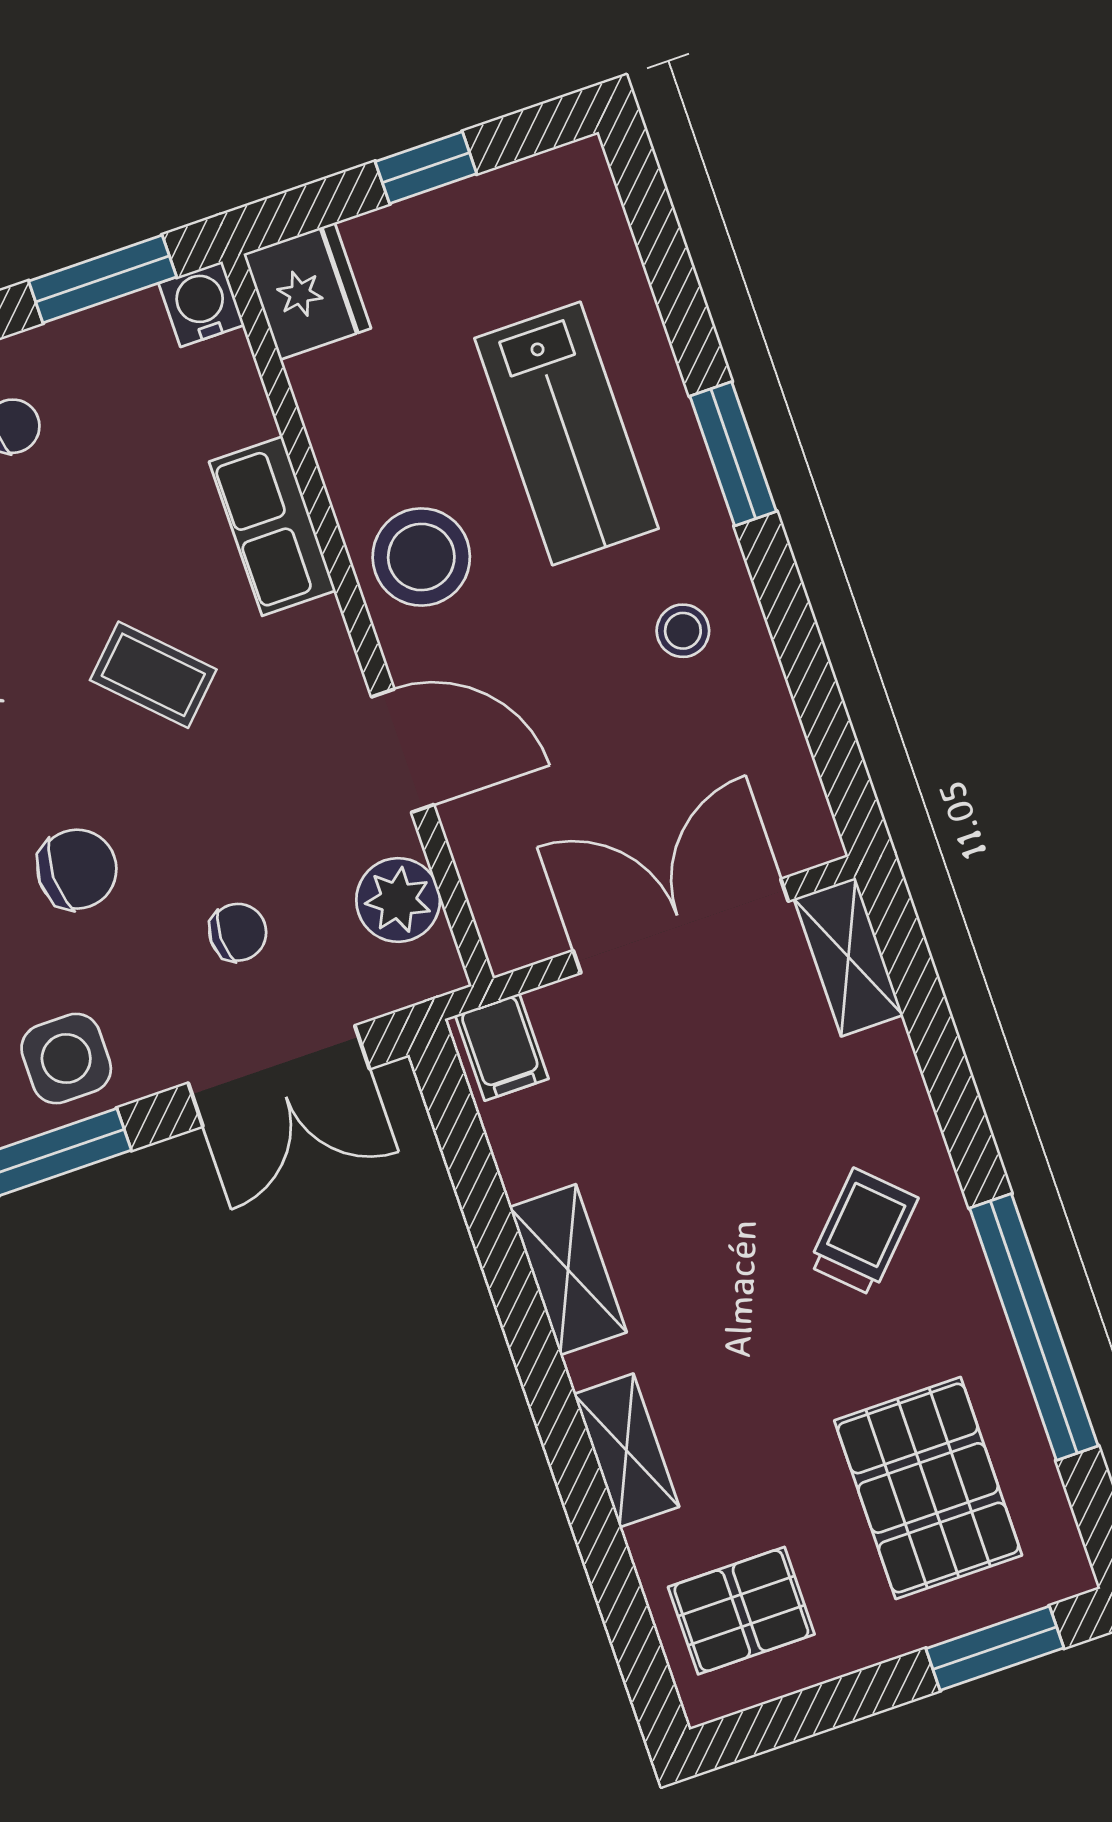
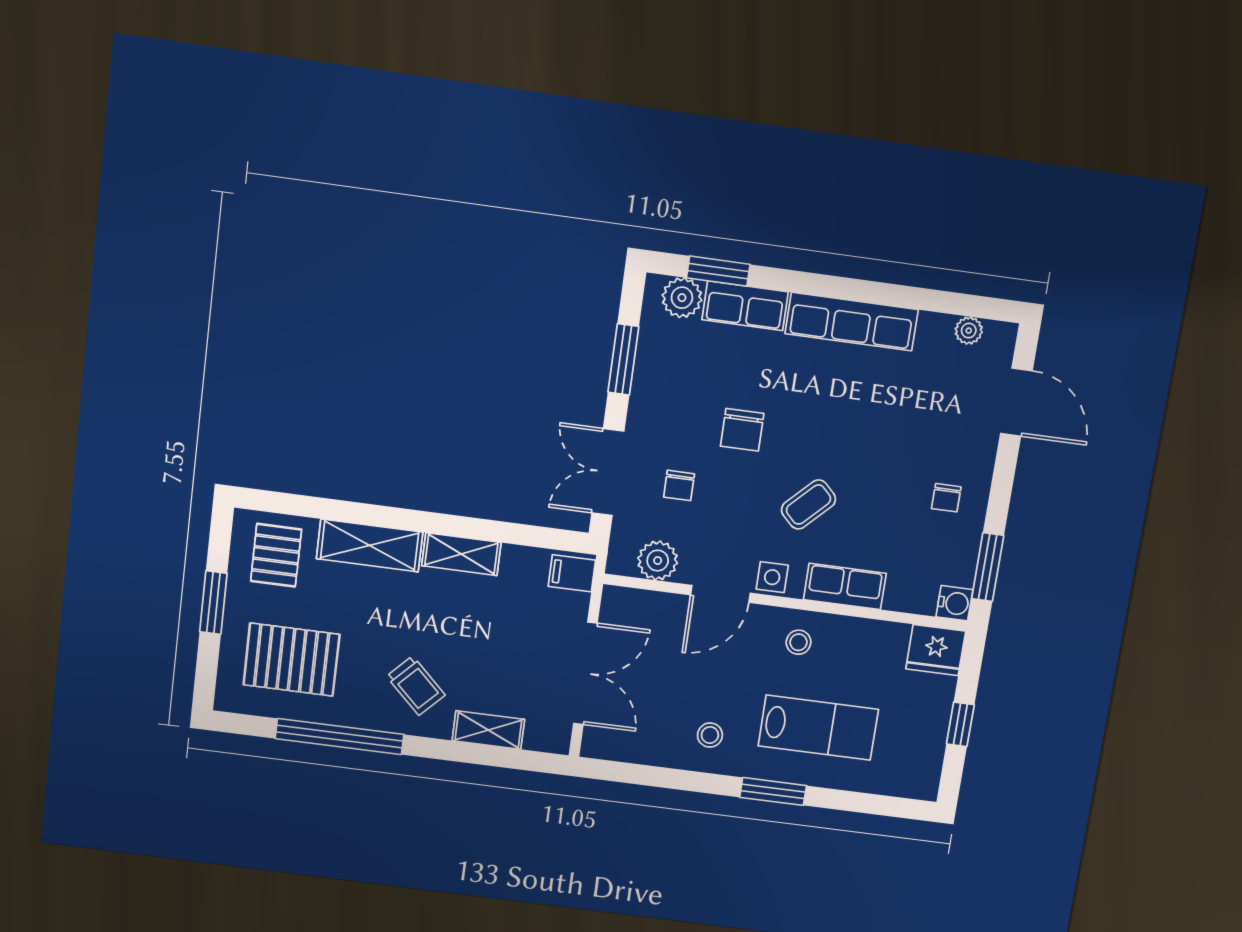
lab bench: (566, 433) -> (818, 728), turned 180
stool: (421, 557) -> (799, 642), width x0.53, depth x0.53
shelving: (848, 957) -> (488, 730), moved
side table: (66, 1059) -> (772, 577), moved, width x0.73, depth x0.73
shelving: (626, 1450) -> (370, 545), width x1.50, depth x1.33
window: (995, 1648) -> (213, 603), moved

